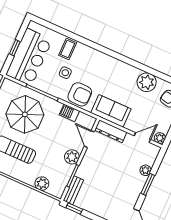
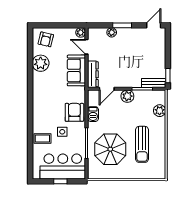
sofa: (111, 111) -> (76, 70), moved

